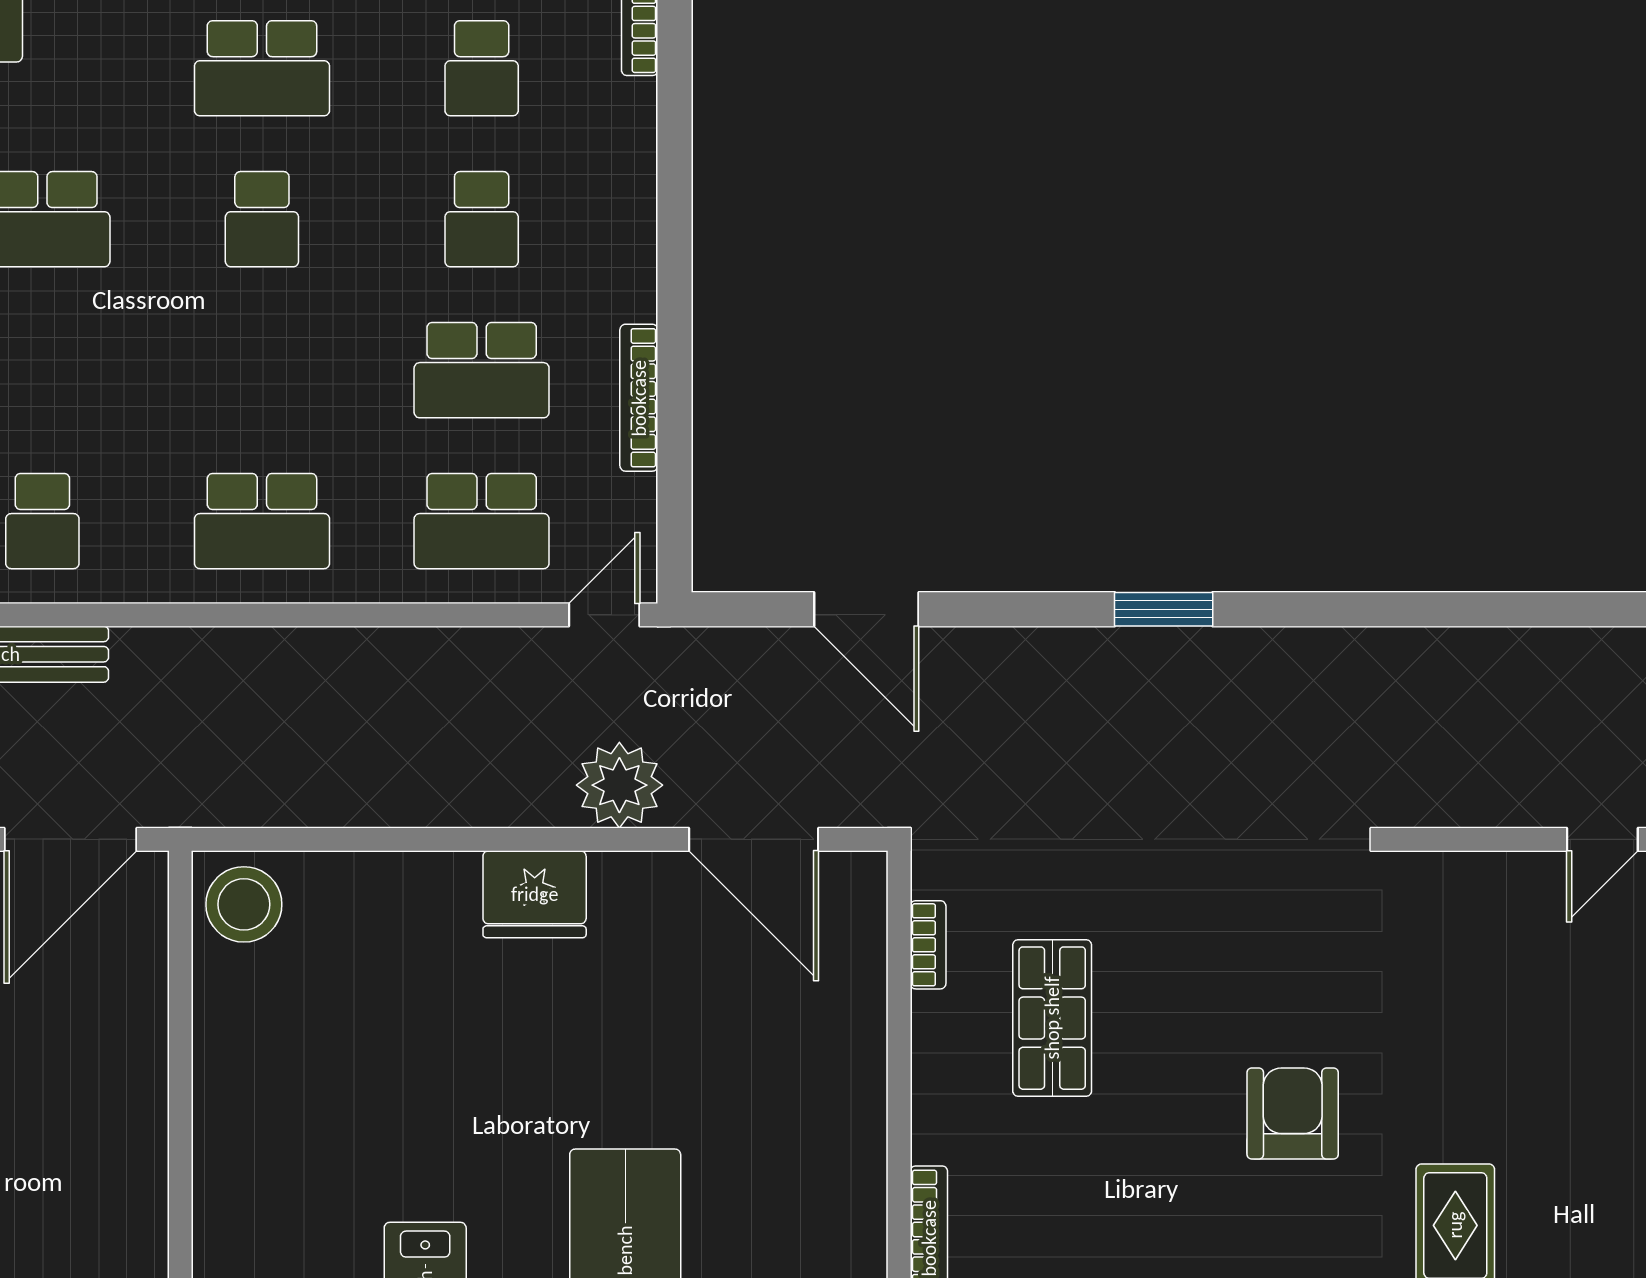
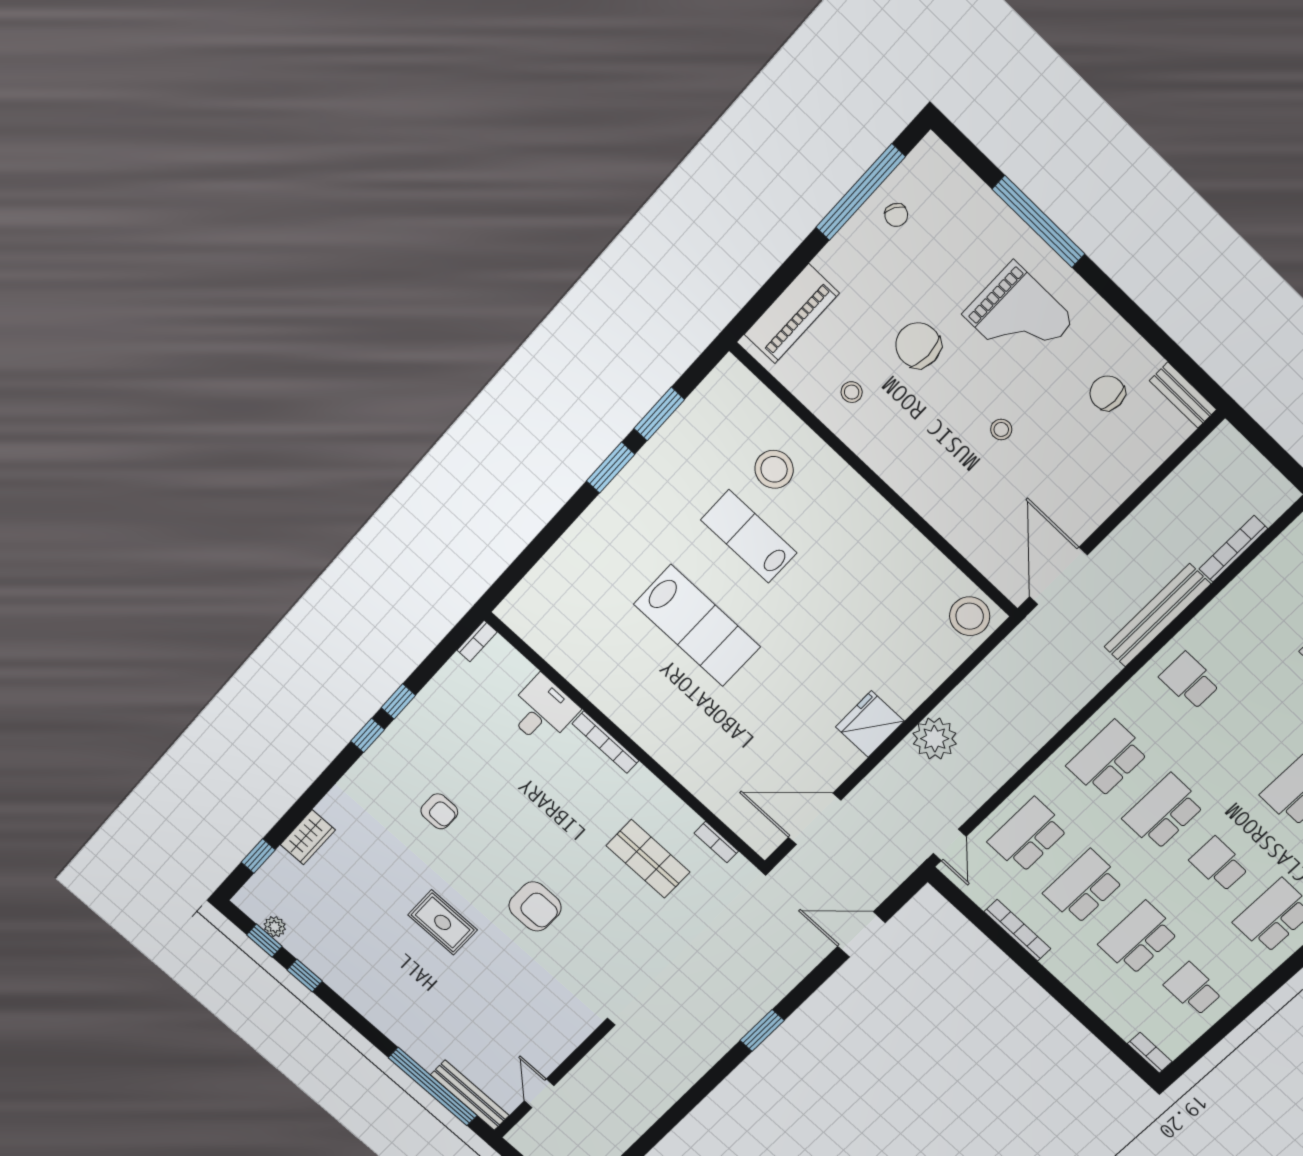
school desk: (482, 219) -> (1139, 938), width x1.85
school desk: (262, 370) -> (1164, 812), added
plant: (619, 785) -> (935, 739), moved

